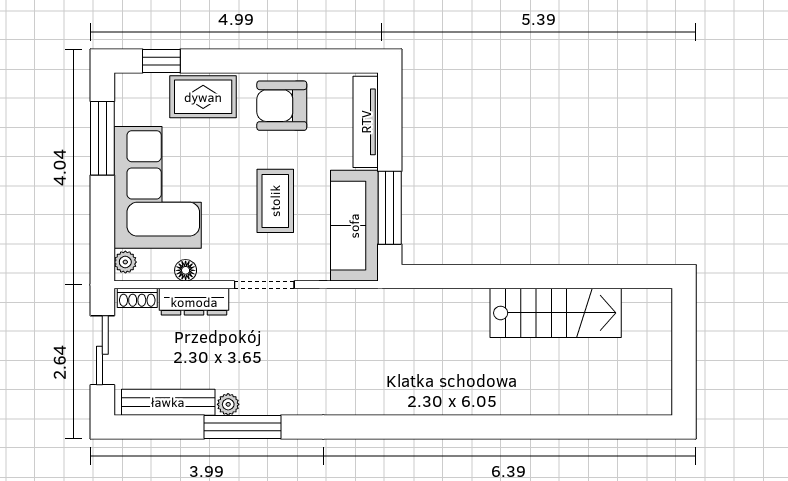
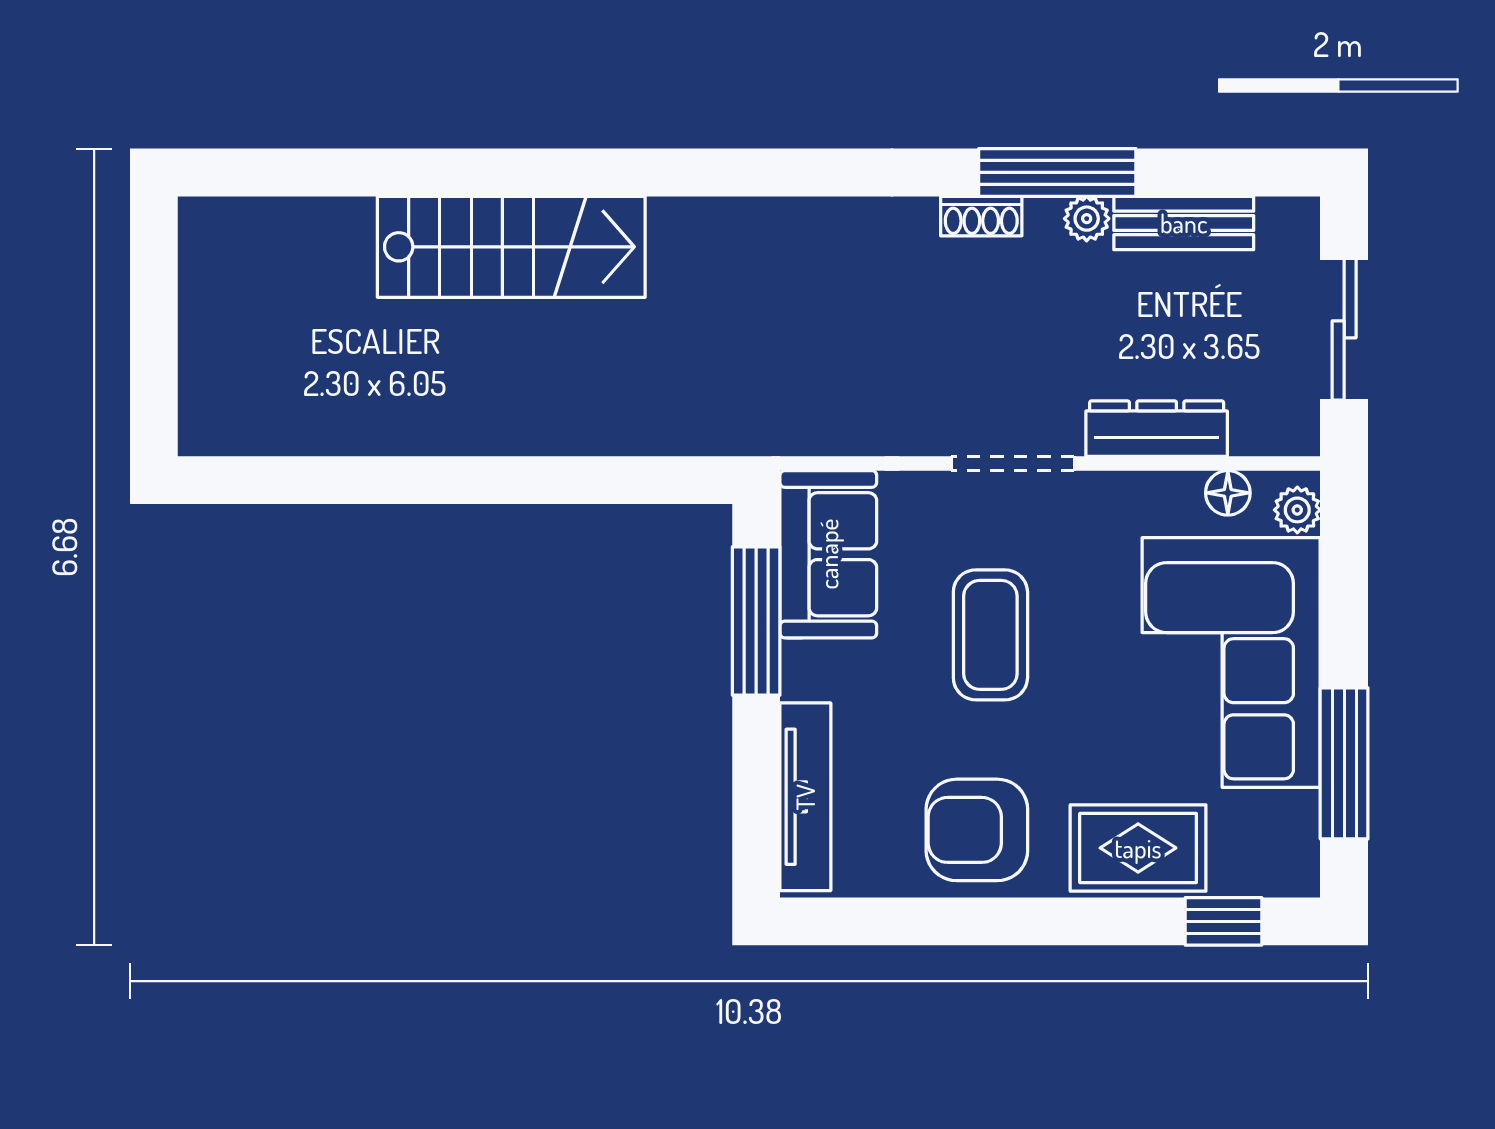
armchair: (282, 106) -> (977, 830), turned 180
sofa: (354, 226) -> (828, 554), width x0.73
floor lamp: (186, 270) -> (1228, 493), moved
shoe rack: (137, 298) -> (981, 216), moved, turned 180
stairs: (556, 313) -> (511, 247), moved, turned 180
bench: (168, 402) -> (1184, 223), width x0.73

